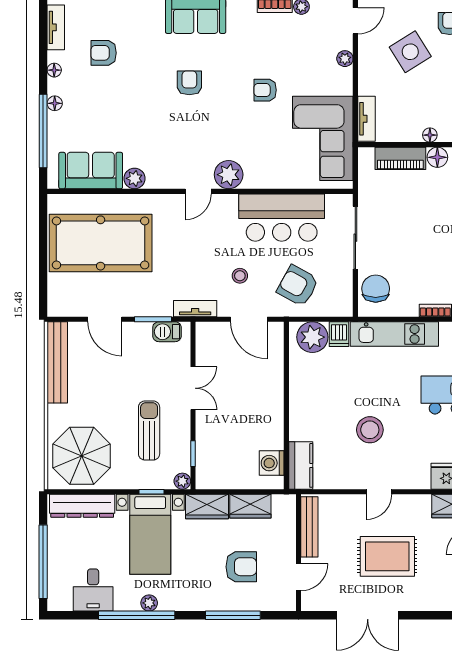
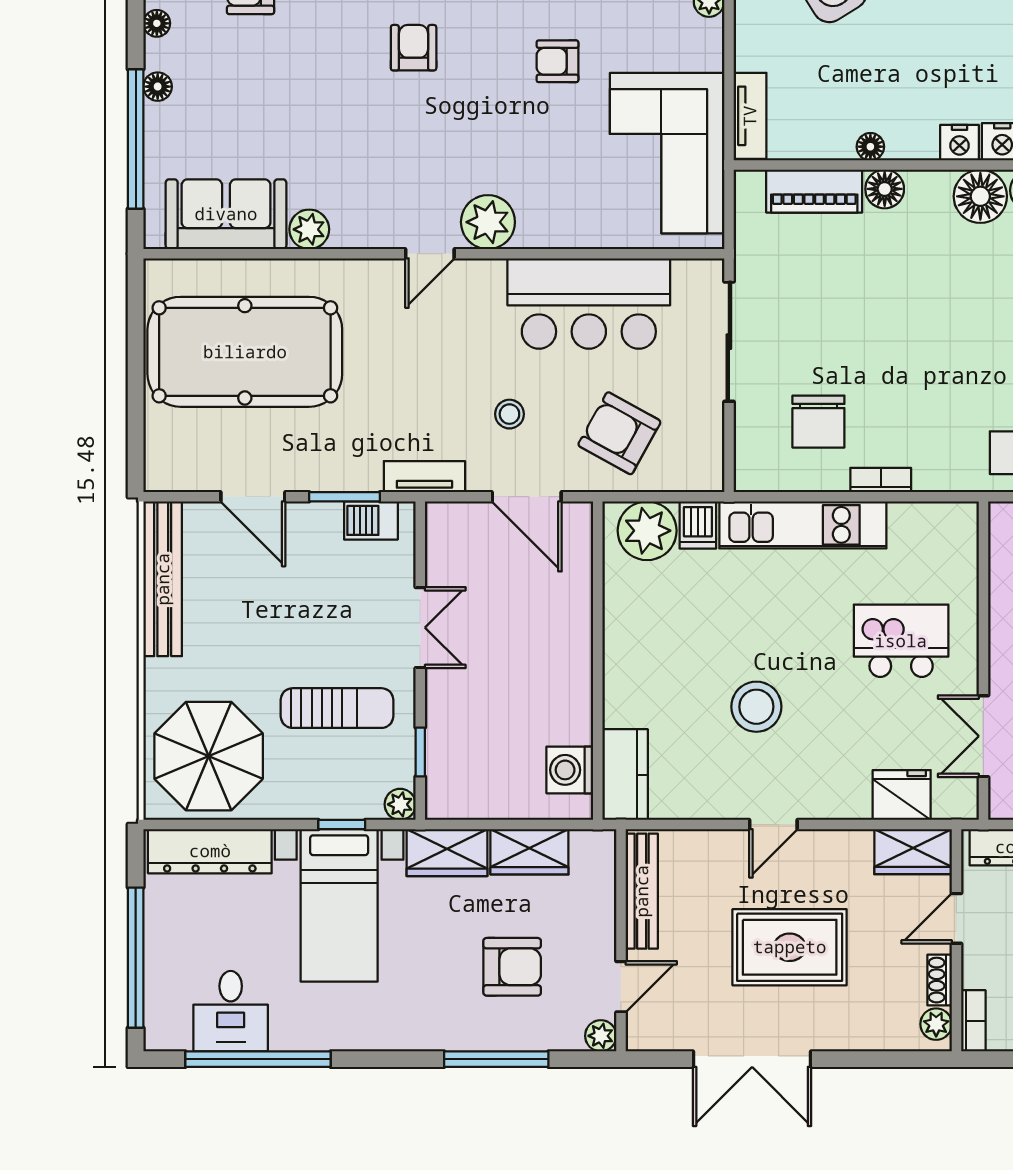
chair: (376, 289) -> (818, 422), moved, turned 180
sun lounger: (149, 430) -> (337, 708), turned 90
plant: (149, 603) -> (601, 1036), moved
window: (137, 615) -> (258, 1059), moved

